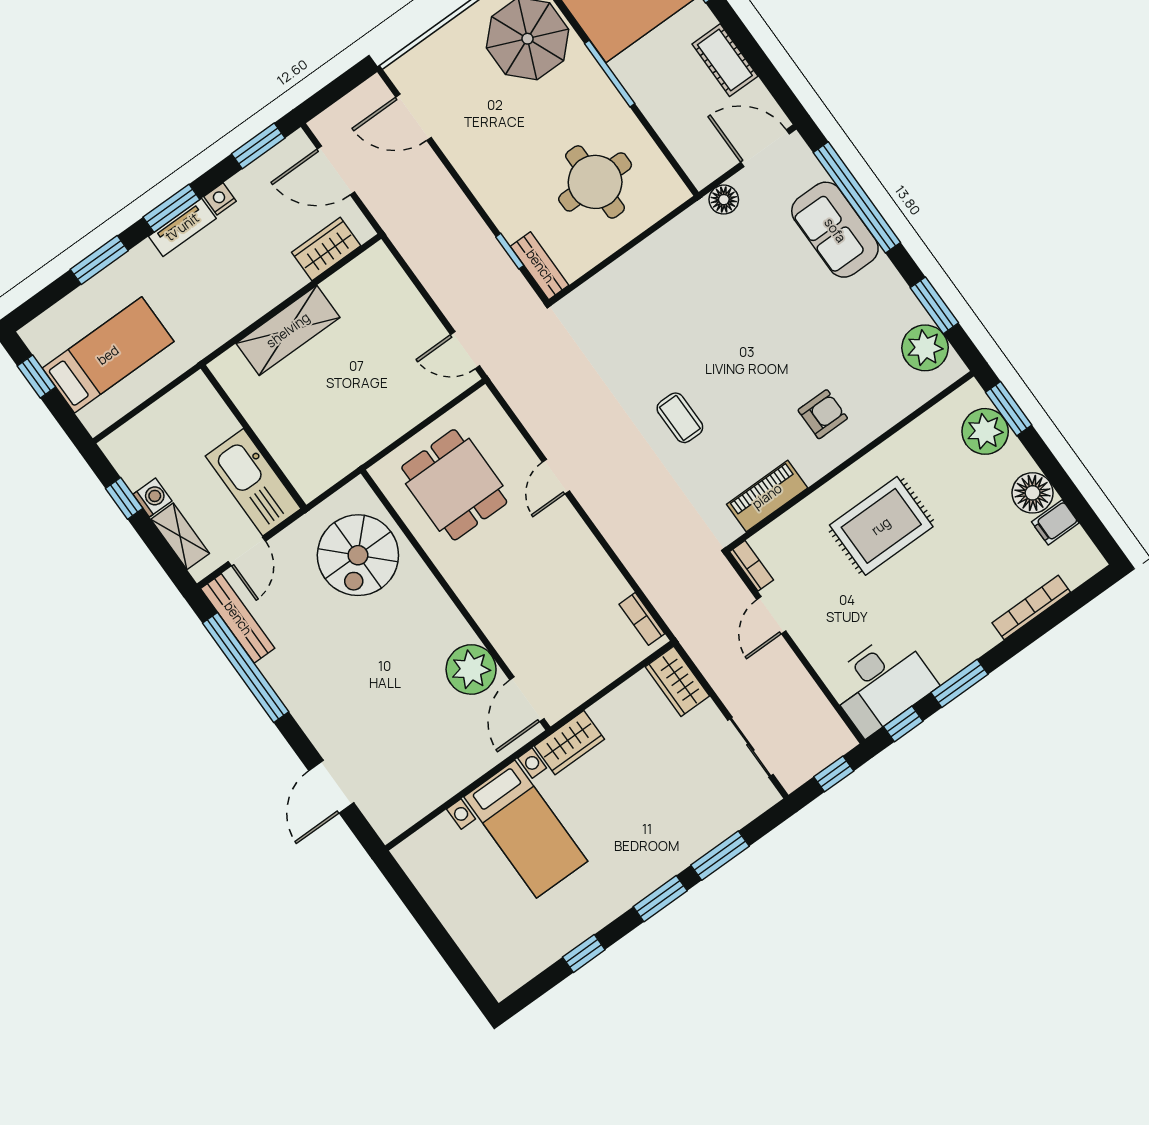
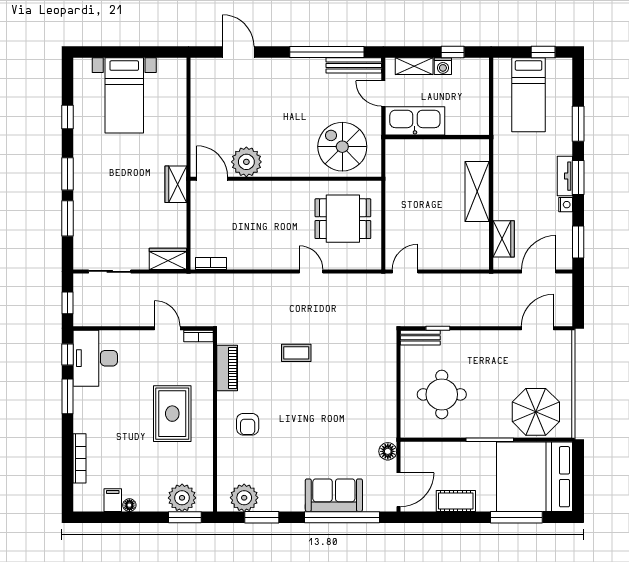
floor lamp: (1033, 493) -> (129, 505), width x0.53, depth x0.53
bed with nightstands: (526, 829) -> (124, 95), moved, turned -90

